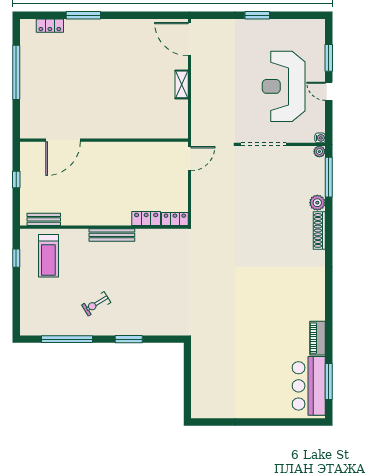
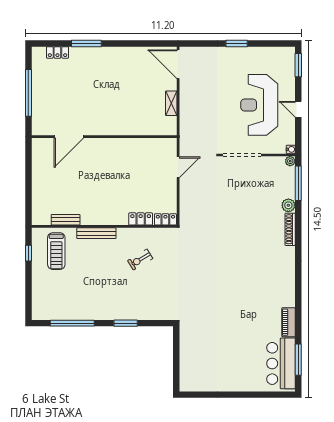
window: (329, 58) -> (298, 65), moved
door: (63, 140) -> (69, 137), moved
wall: (104, 140) -> (104, 137), moved
window: (16, 179) -> (28, 185), removed
bench: (44, 219) -> (66, 220), moved
bench: (112, 235) -> (96, 233), moved
exercise bike: (96, 304) -> (140, 259), moved

